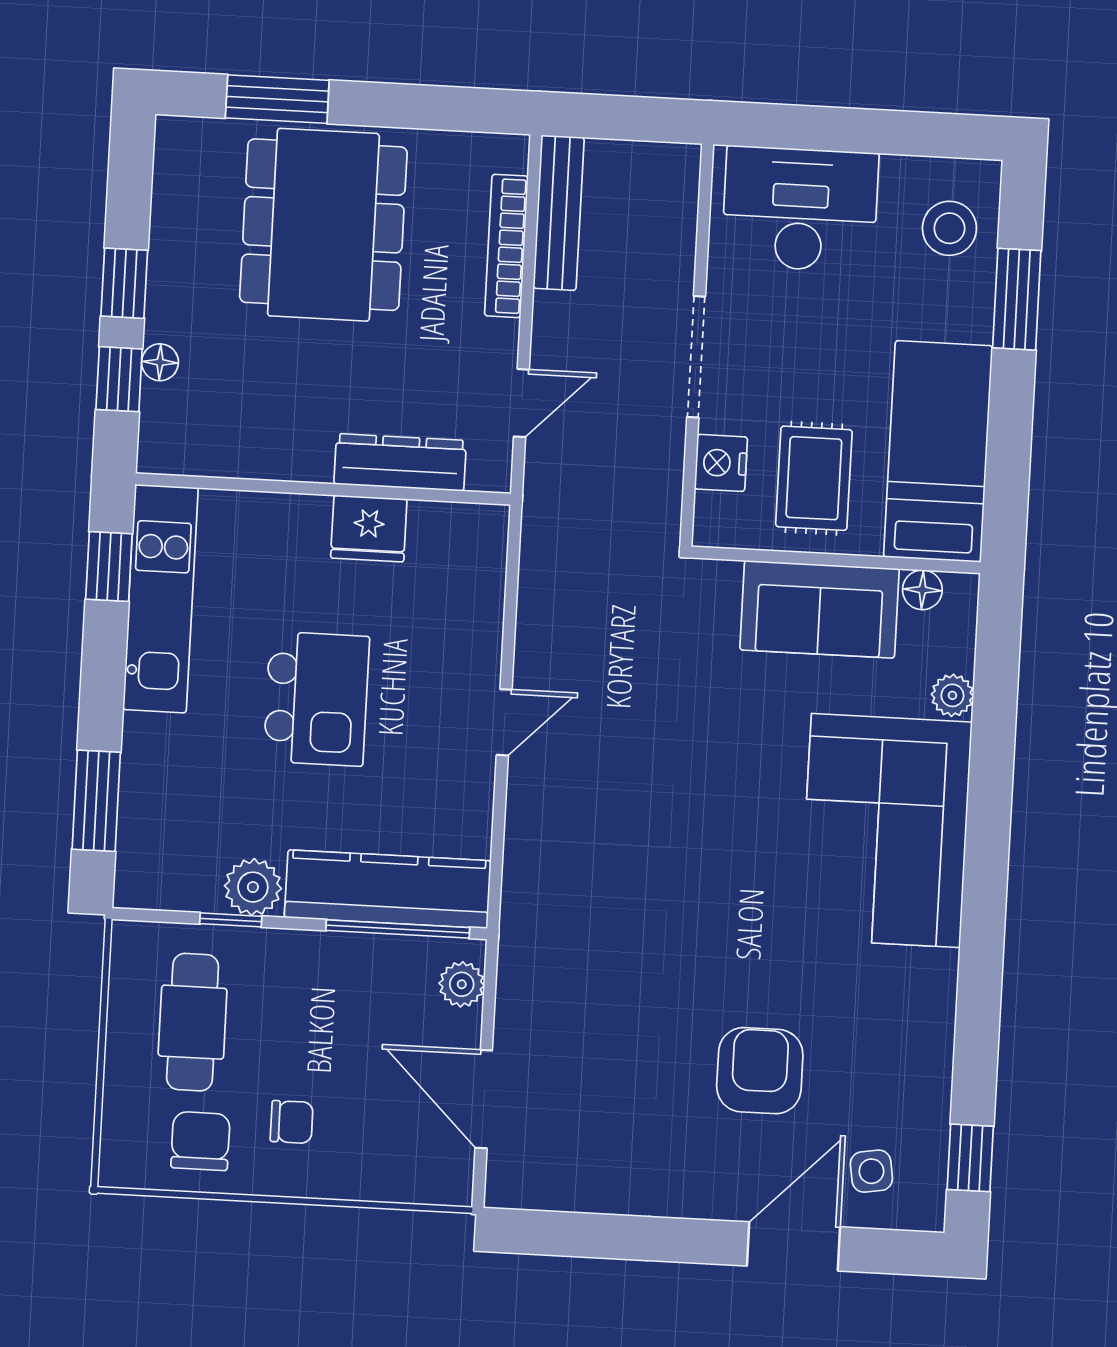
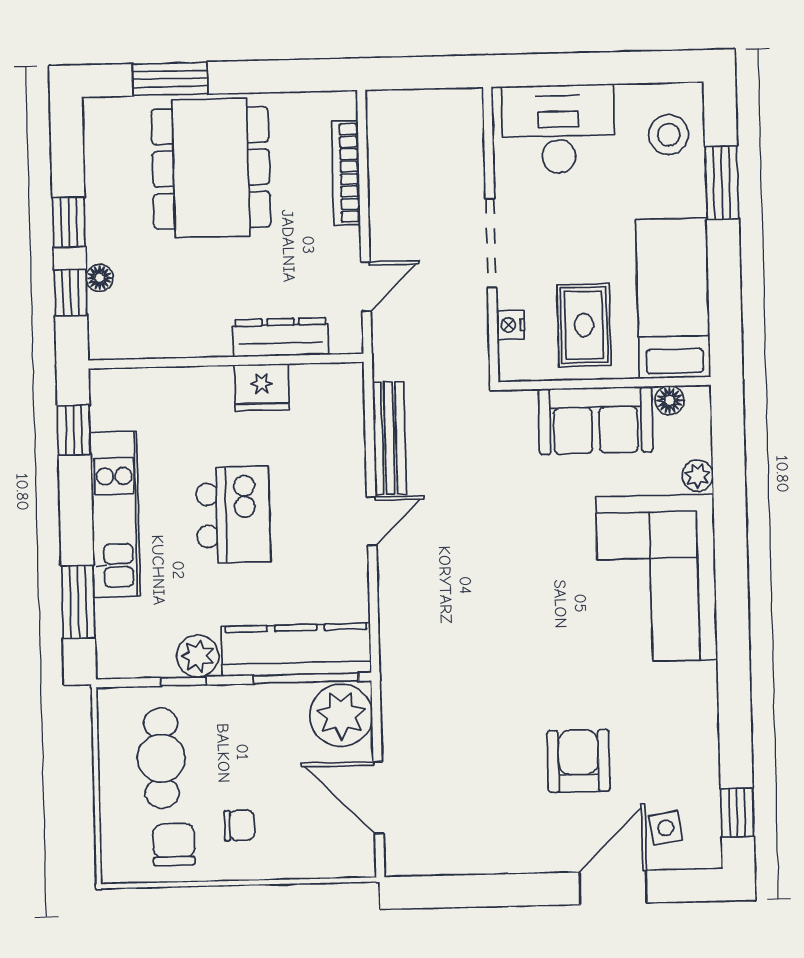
bench: (559, 213) -> (389, 438), moved
nightstand: (721, 463) -> (510, 325), width x0.72, depth x0.74
kitchen unit: (161, 599) -> (115, 514), moved
plant: (462, 984) -> (341, 715), width x1.88, depth x1.88

